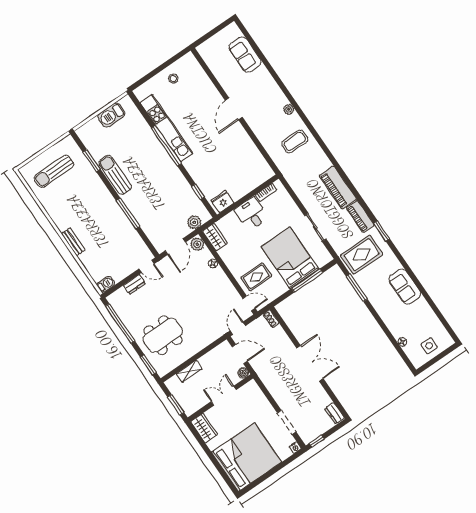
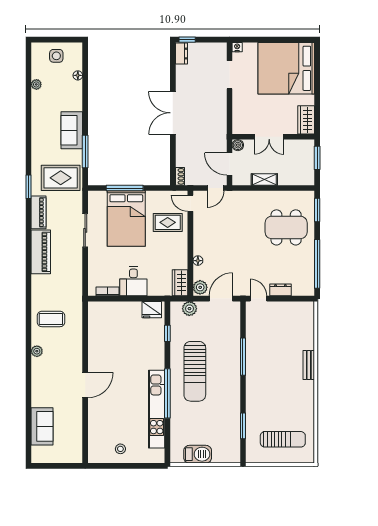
sun lounger: (115, 175) -> (195, 371), moved, width x1.36, depth x1.34
barbecue: (106, 284) -> (306, 308), removed
sofa: (405, 287) -> (72, 130), moved, turned 180
plant: (429, 313) -> (36, 84), added
shelving: (189, 371) -> (264, 179), moved
window: (317, 441) -> (187, 40), moved

